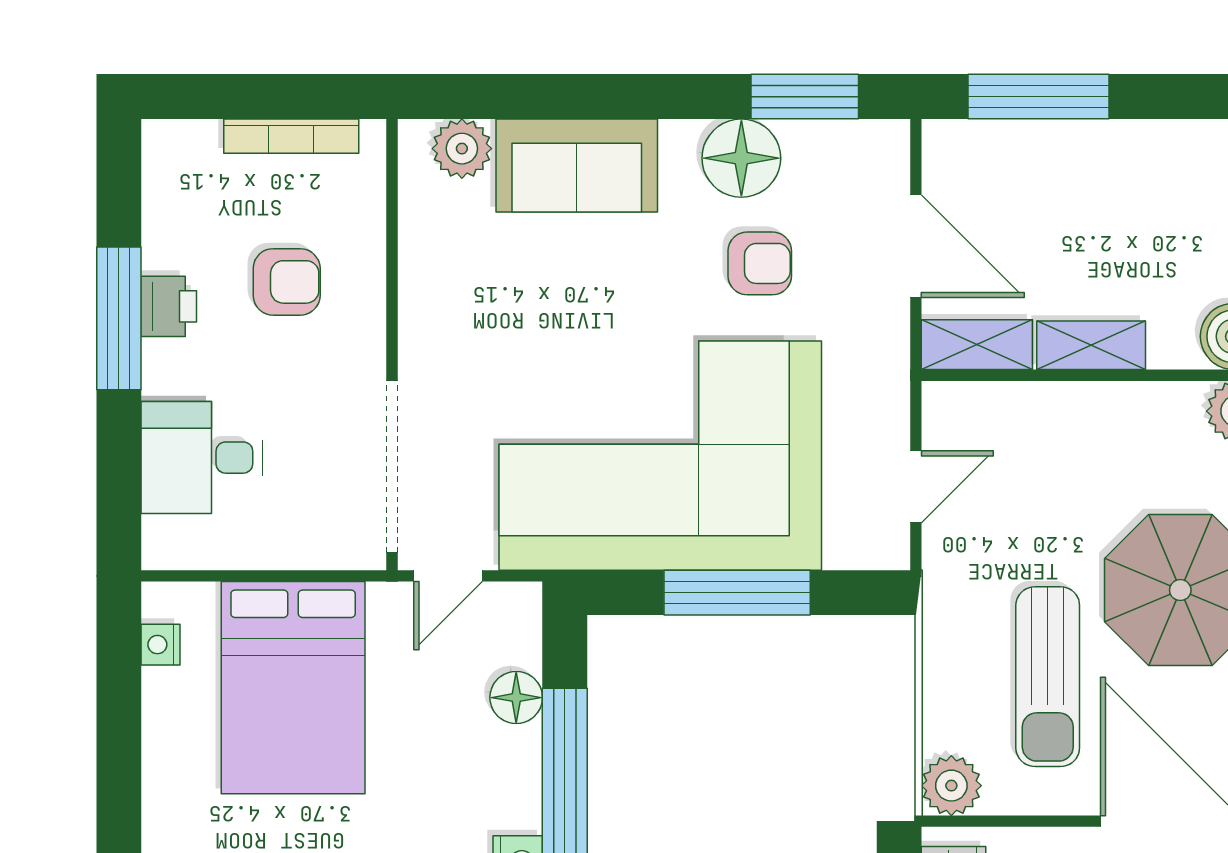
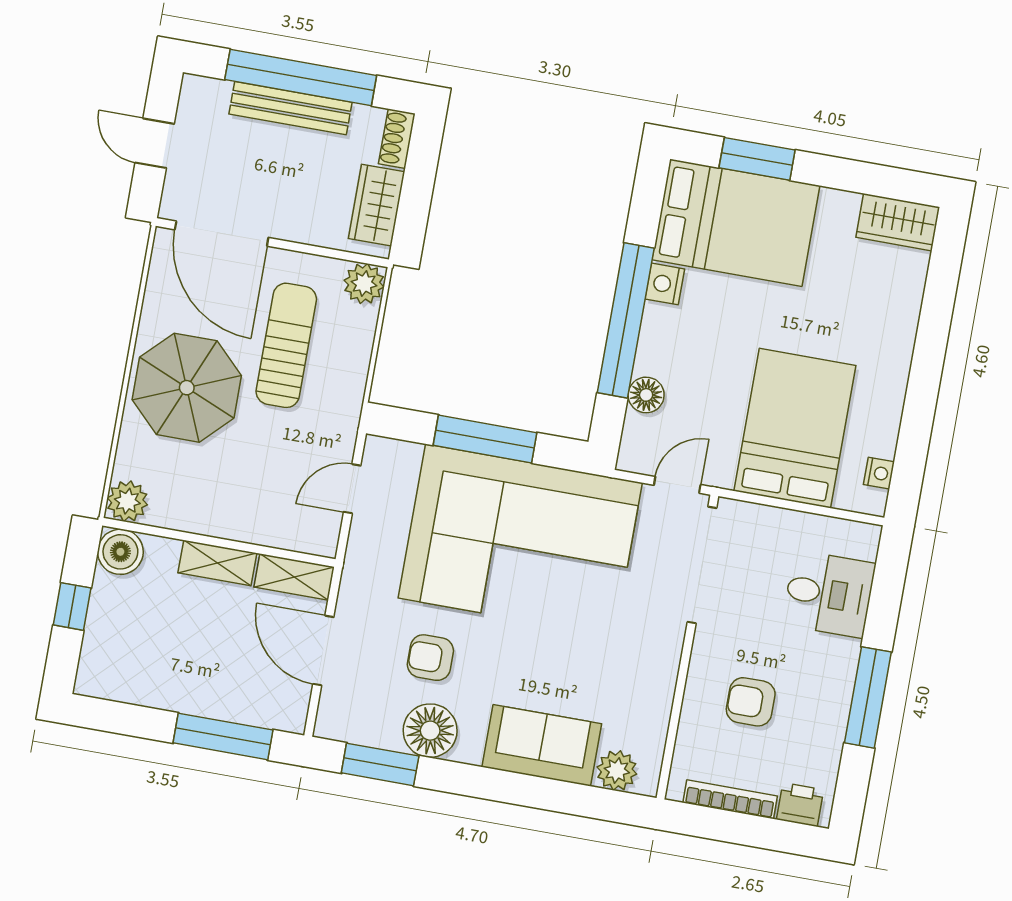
printer: (169, 306) -> (800, 805), moved, turned 90

